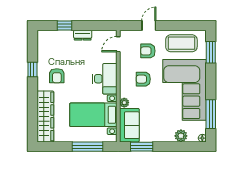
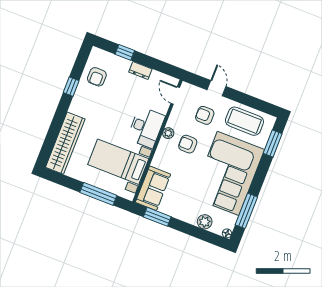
door: (149, 26) -> (216, 88), hinge flipped
door: (118, 44) -> (175, 95), hinge flipped
armchair: (57, 76) -> (97, 77), moved
plant: (124, 103) -> (168, 133), moved

